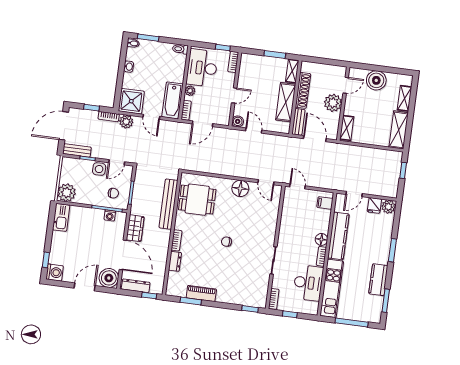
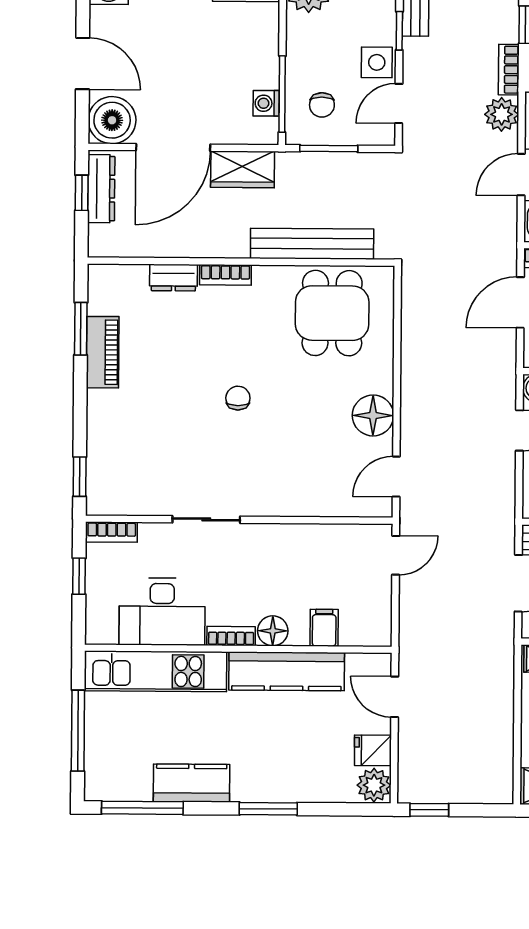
door: (202, 124) -> (520, 302), hinge flipped
door: (117, 162) -> (399, 103), hinge flipped
window: (403, 170) -> (429, 810), moved
filing cabinet: (325, 203) -> (324, 628), moved
window: (149, 296) -> (82, 193), moved
window: (386, 301) -> (142, 808), width x1.44

